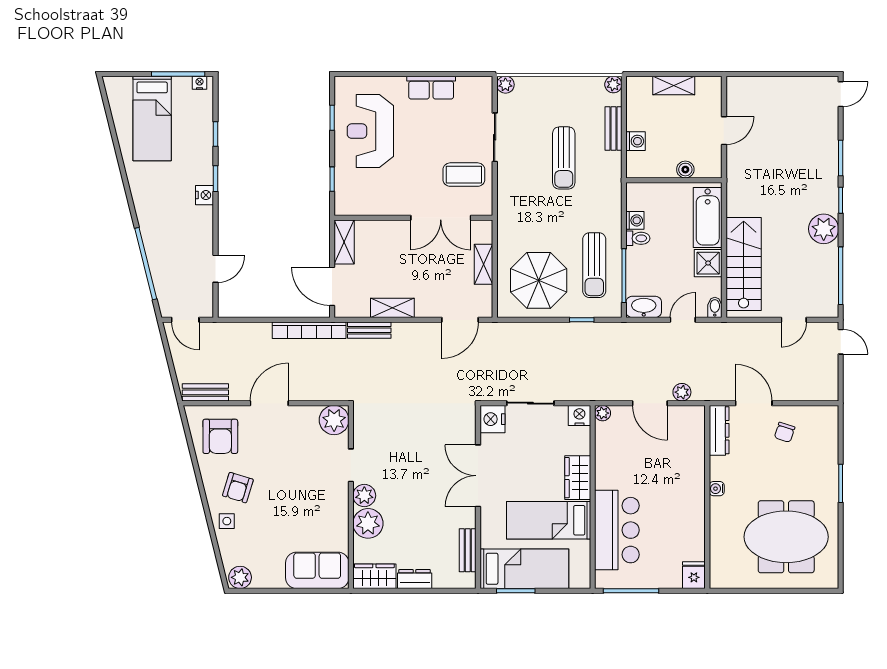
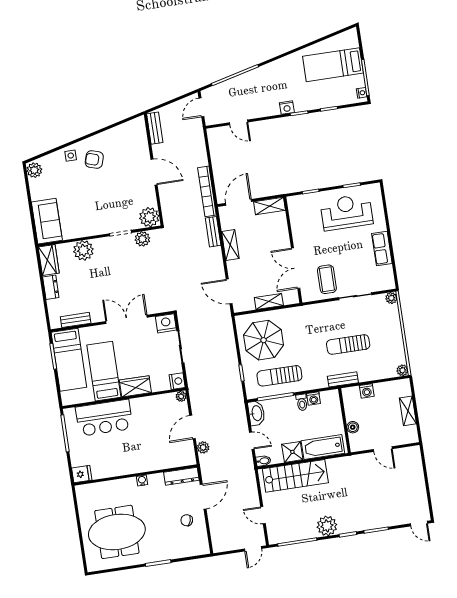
bench: (613, 128) -> (343, 379), moved
armchair: (220, 436) -> (127, 143), removed
plant: (364, 496) -> (142, 239), moved
meeting table: (786, 537) -> (117, 532), turned 90

